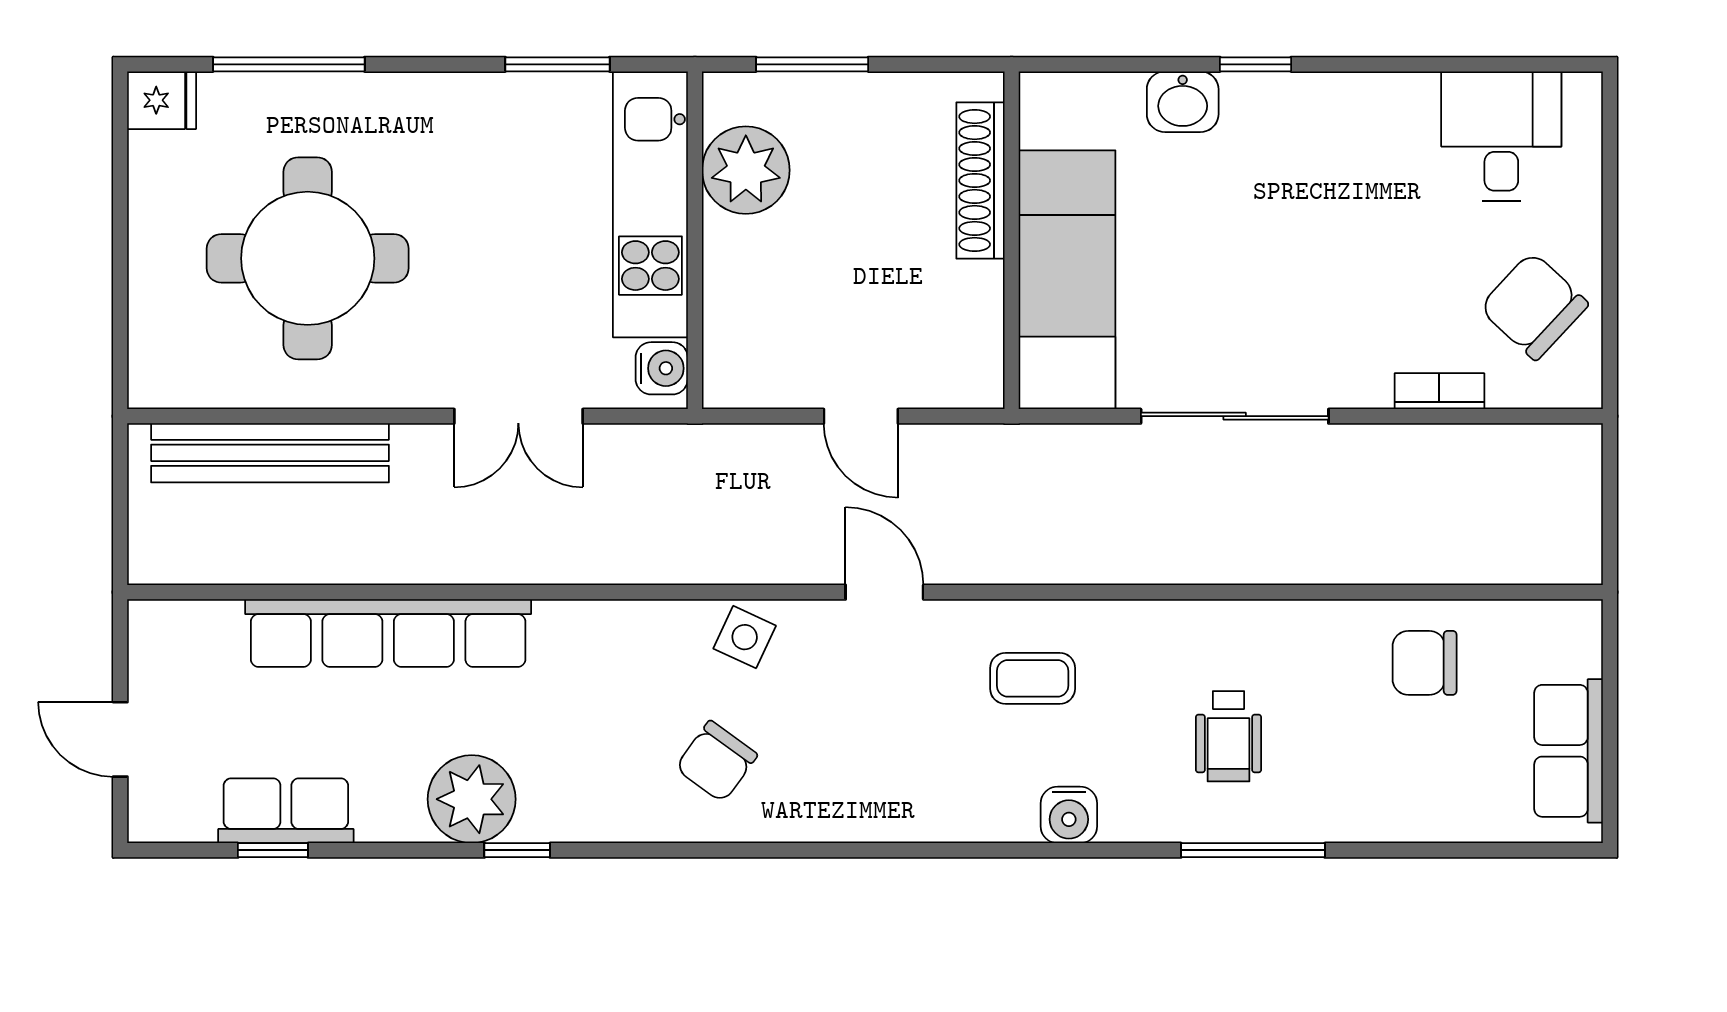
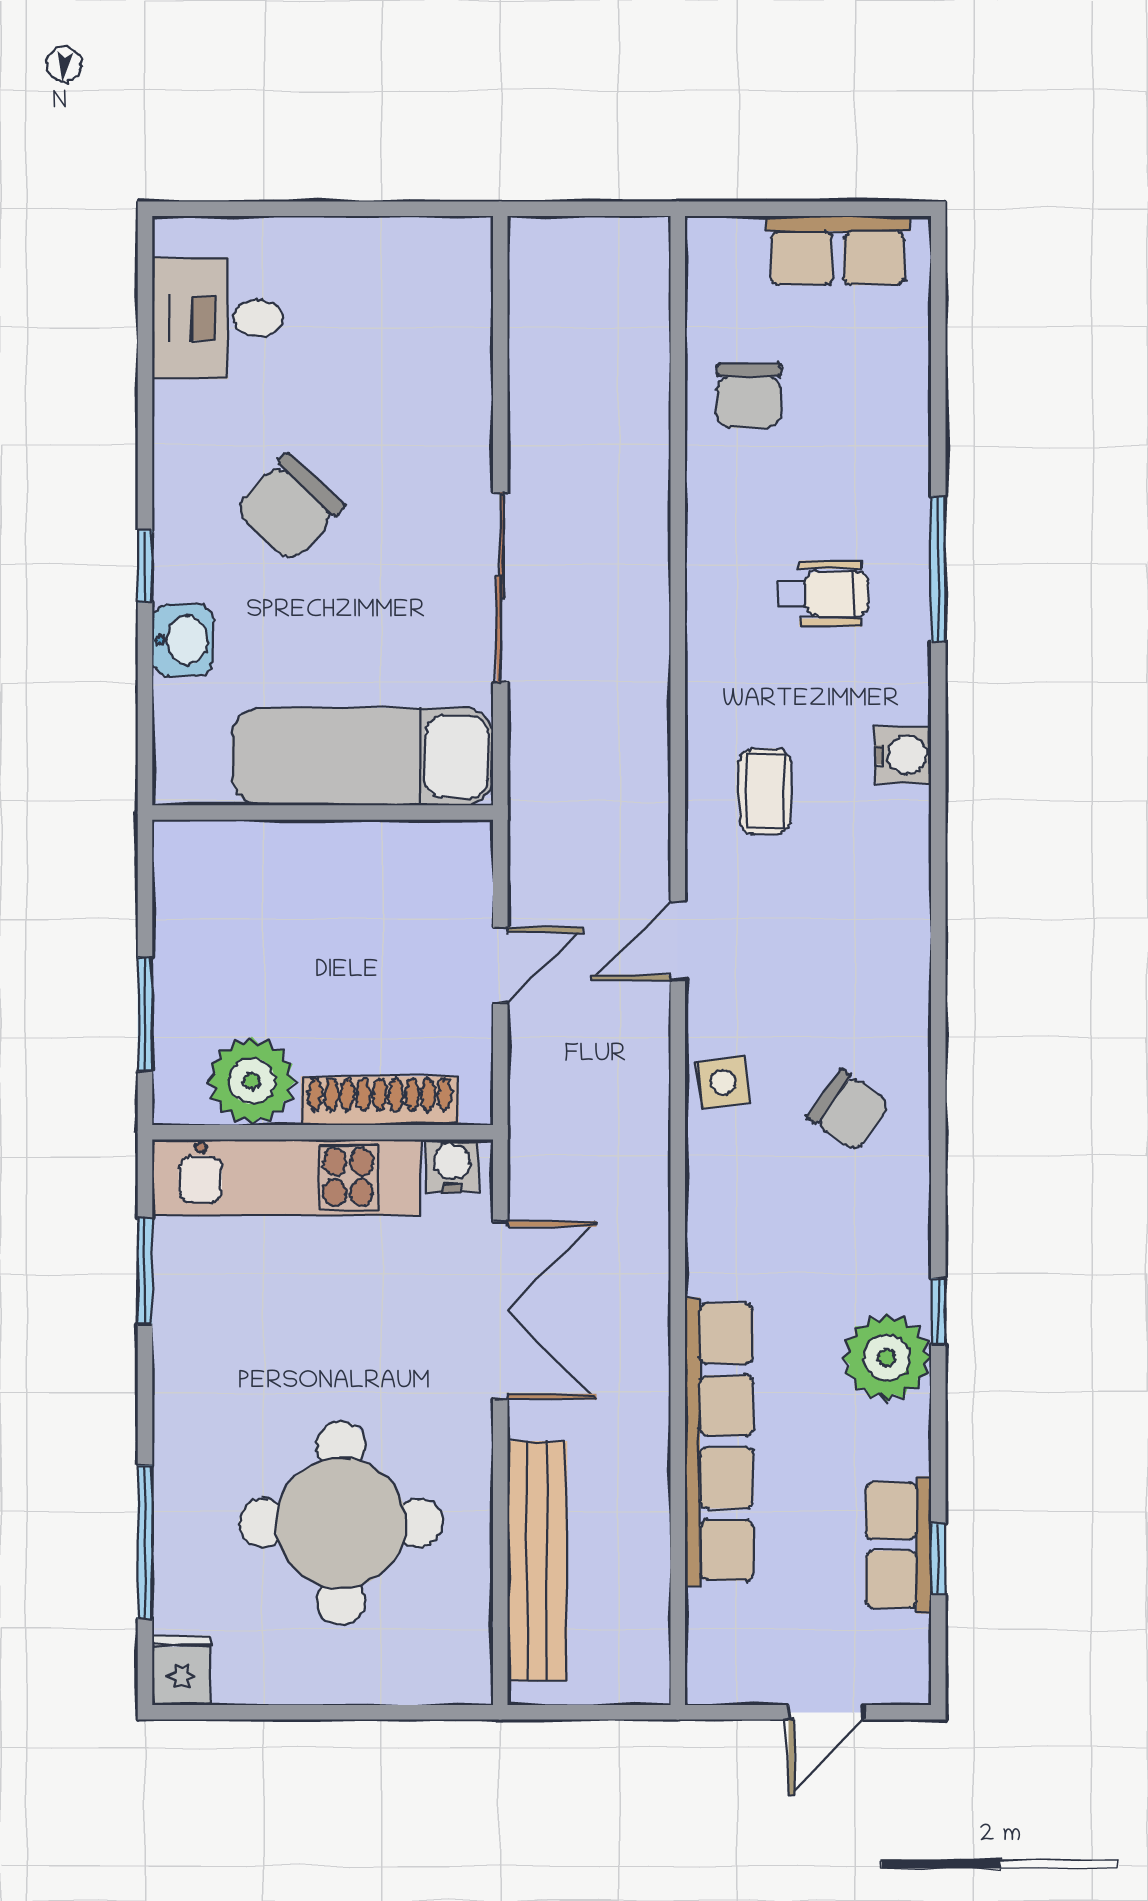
shoe rack: (980, 180) -> (380, 1101), moved, turned 180
chair: (1534, 306) -> (290, 508), moved
bookcase: (1439, 391) -> (475, 381), removed
double door: (518, 416) -> (500, 1310), width x1.37
side table: (745, 637) -> (723, 1082), turned -33

